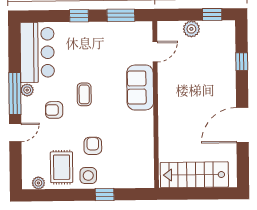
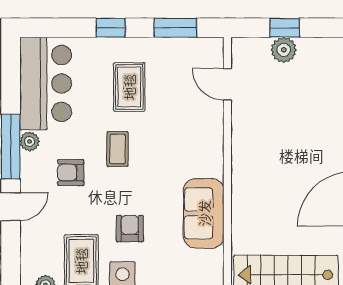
window: (212, 14) -> (285, 28), moved
door: (155, 52) -> (227, 84), swing flipped
rug: (91, 54) -> (129, 87), added
sofa: (140, 87) -> (204, 213), moved

